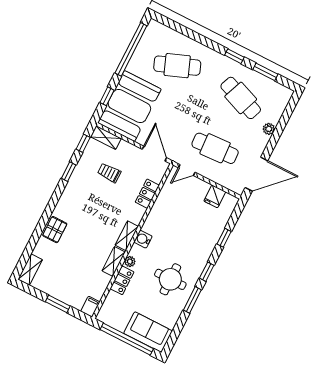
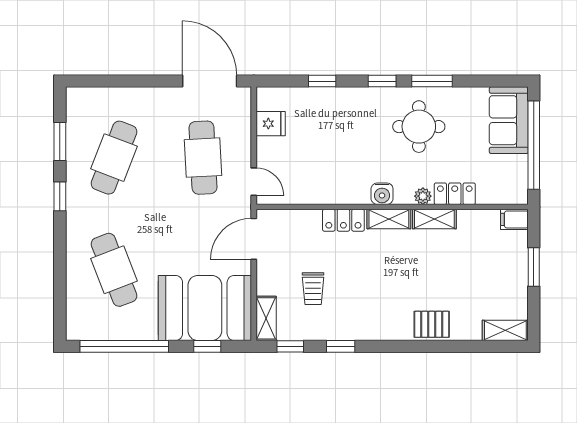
plant: (269, 129) -> (137, 96), removed
locker: (147, 194) -> (343, 220), moved

